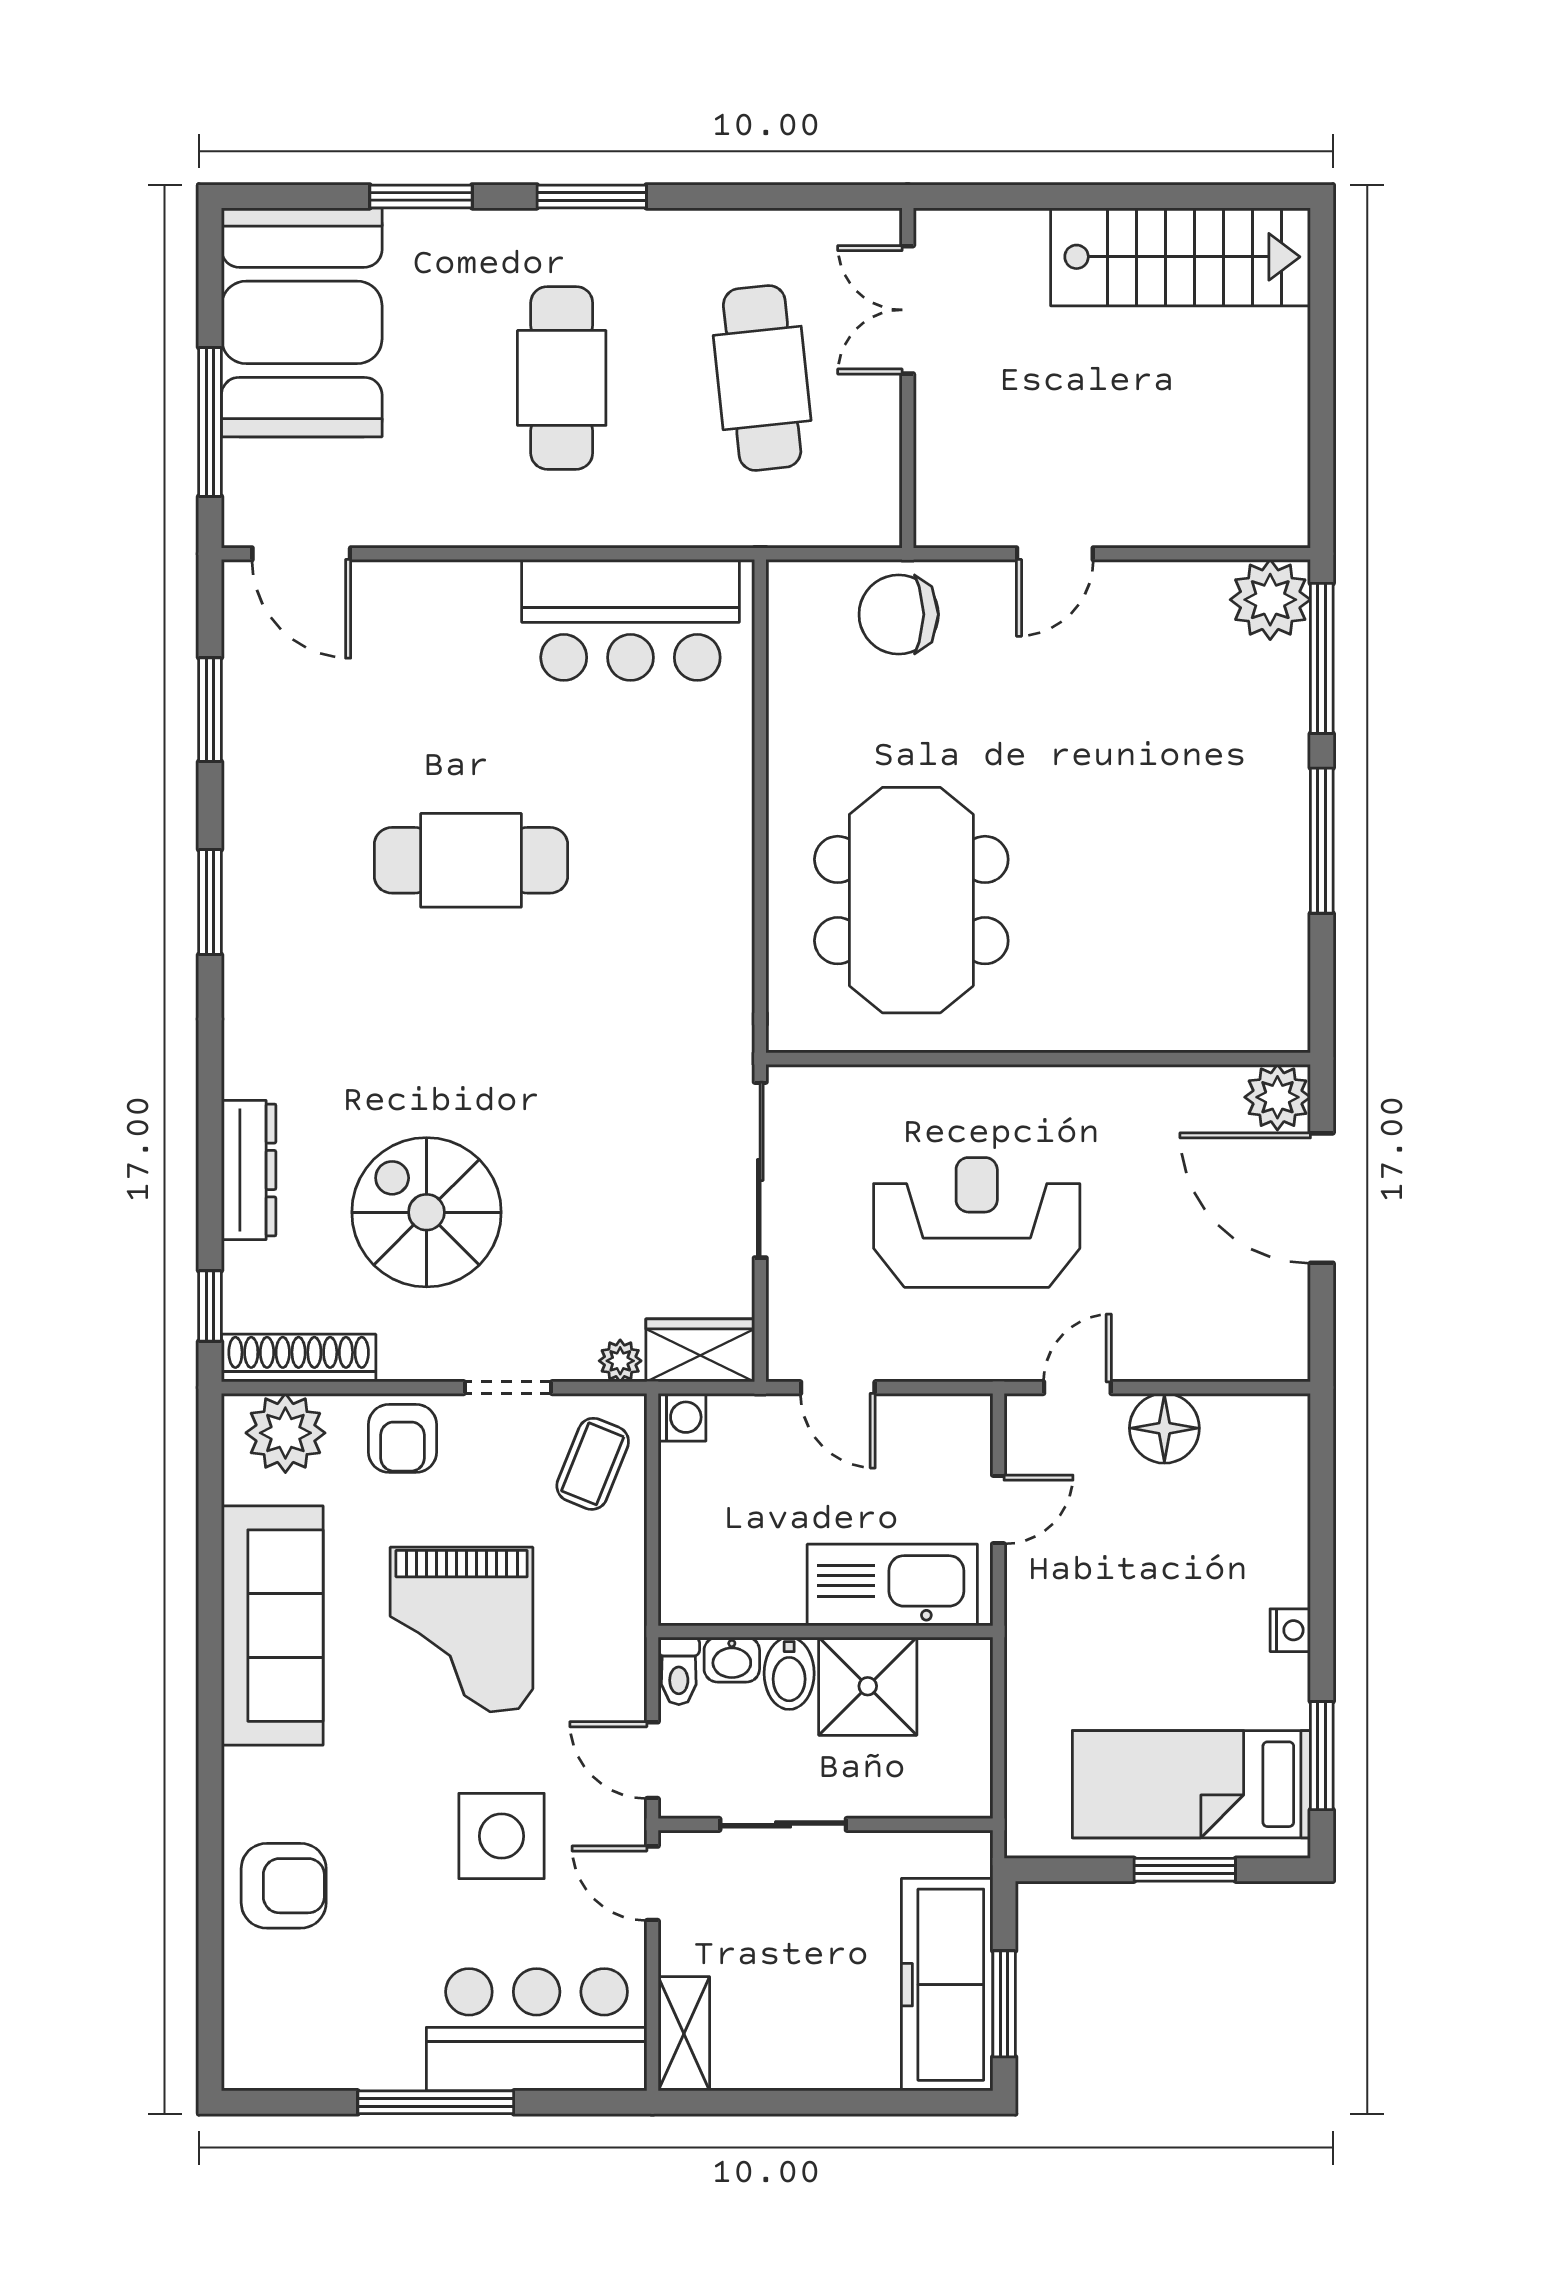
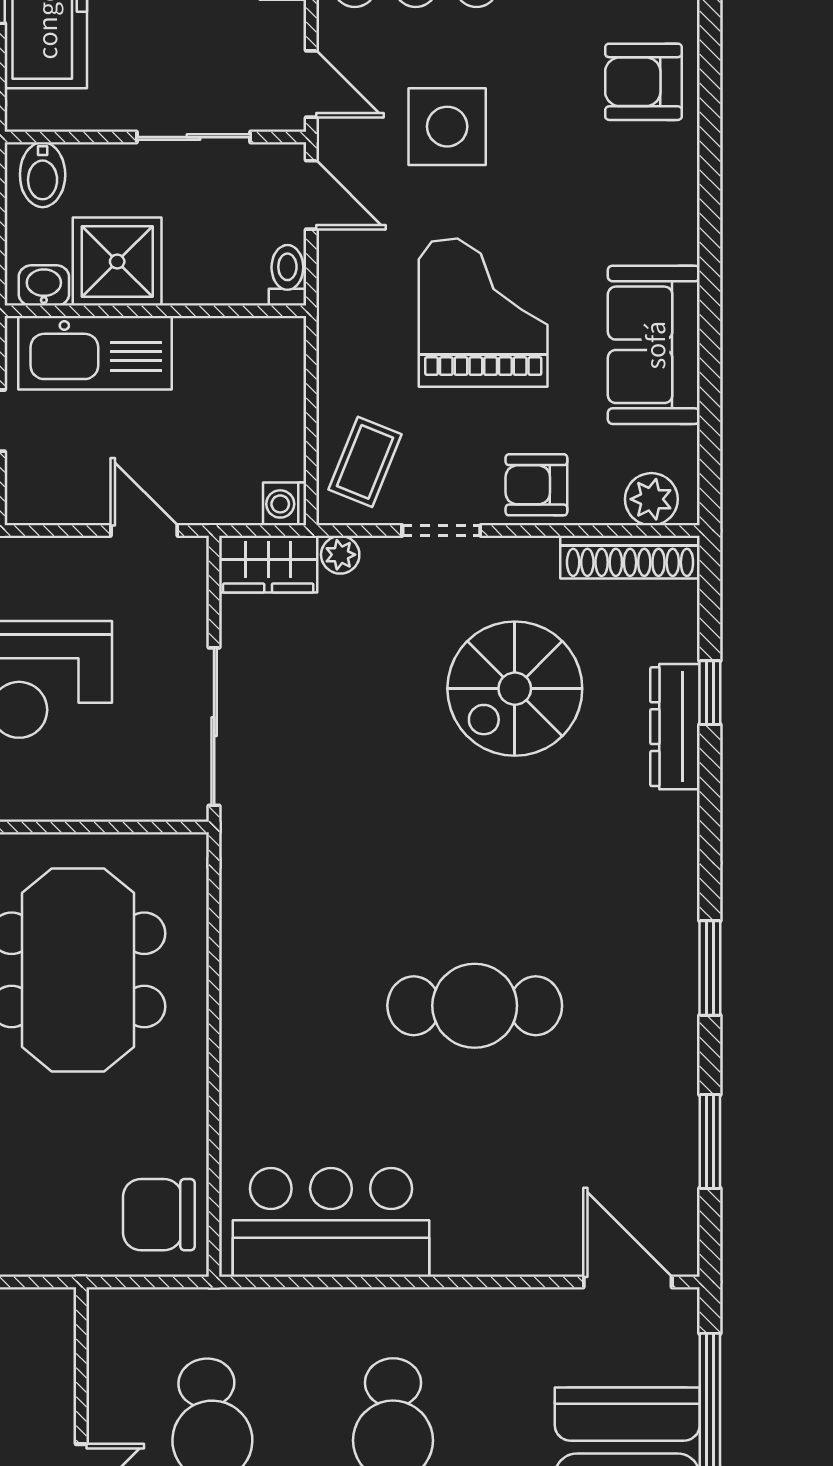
chair: (899, 614) -> (159, 1215), moved, turned 180
spiral stairs: (426, 1212) -> (515, 689), turned 90
window: (210, 1306) -> (710, 693), moved
plant: (285, 1433) -> (651, 499), width x0.73, depth x0.73
armchair: (402, 1438) -> (536, 485), turned -90
sofa: (272, 1626) -> (654, 345), width x0.73
washbasin: (732, 1660) -> (44, 285), moved
bidet: (789, 1673) -> (43, 175), moved, turned 180

